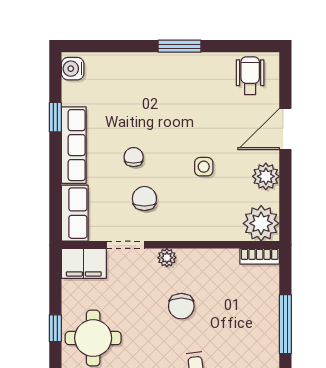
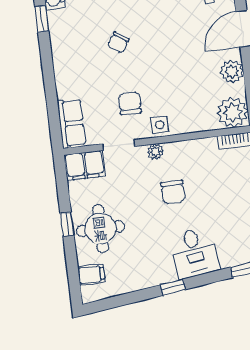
window: (55, 117) -> (42, 19), moved
row of seats: (74, 145) -> (63, 65), removed
chair: (134, 157) -> (118, 42), moved, turned -146
side table: (204, 167) -> (160, 125), moved

